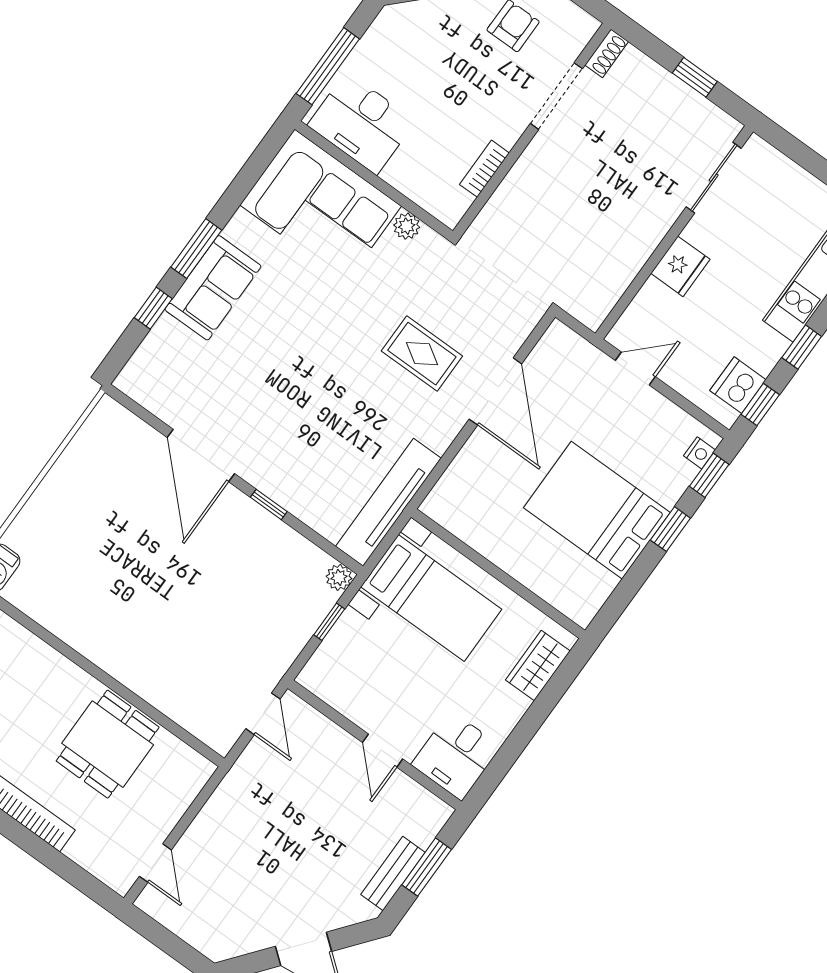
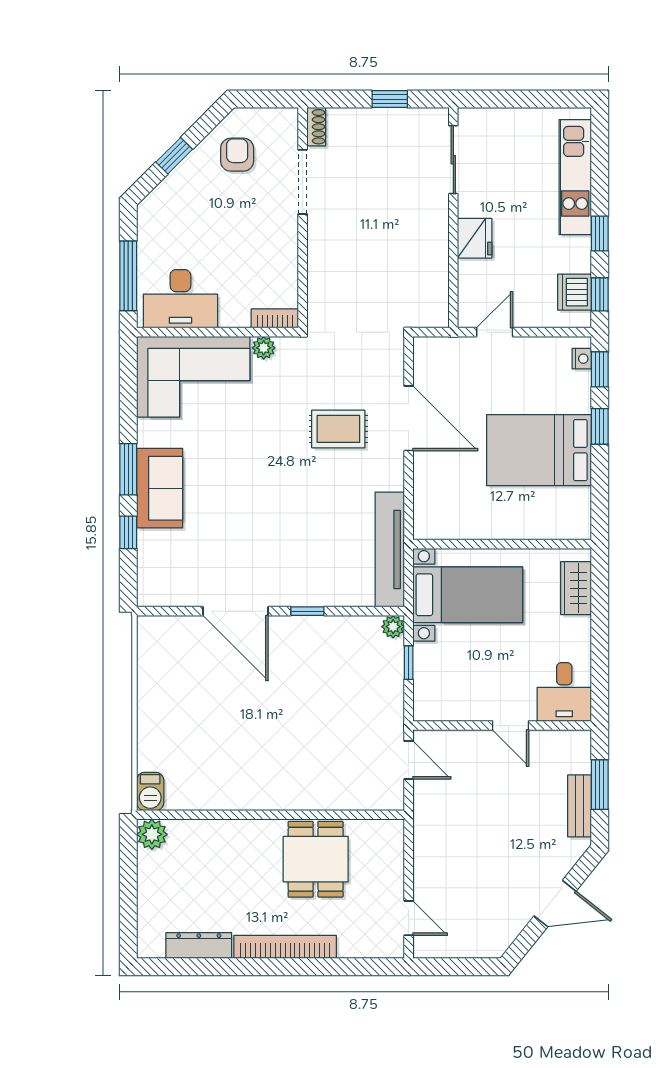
bookcase: (484, 169) -> (275, 318), moved, turned 90

